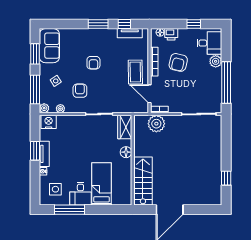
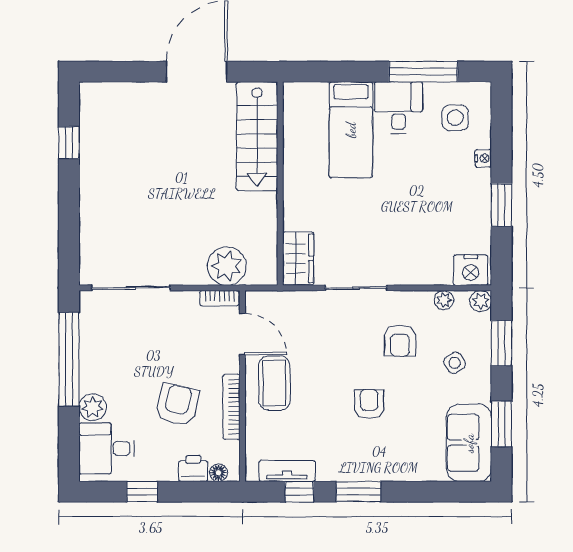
window: (35, 90) -> (501, 343), width x0.69
floor lamp: (126, 152) -> (295, 202), removed
tv unit: (44, 154) -> (480, 198), removed

